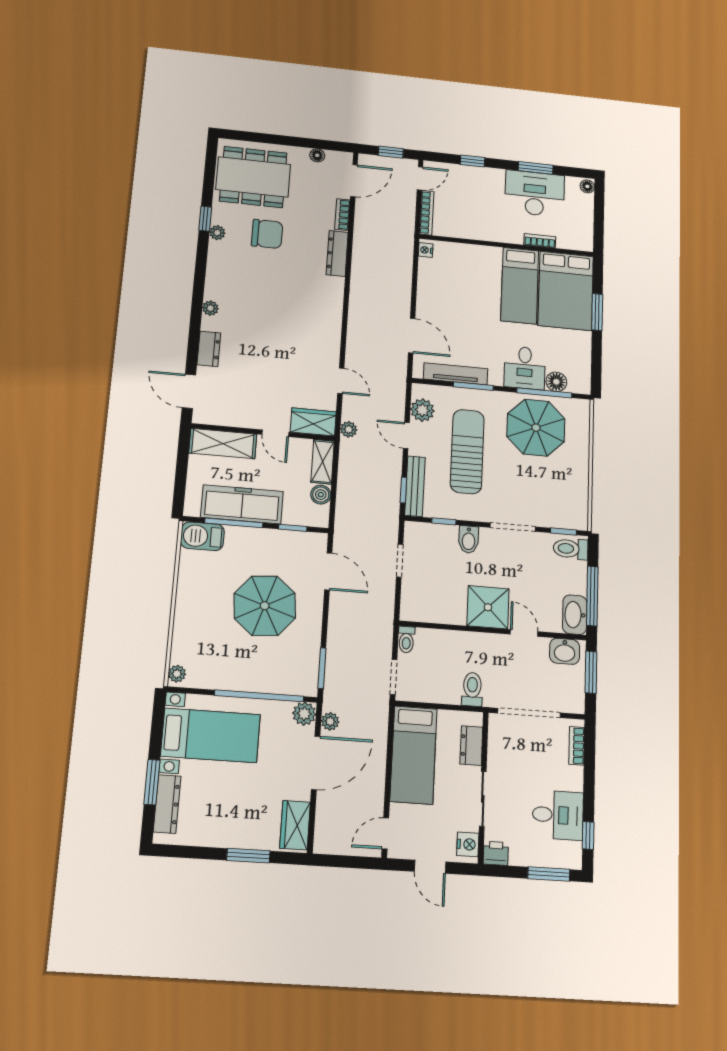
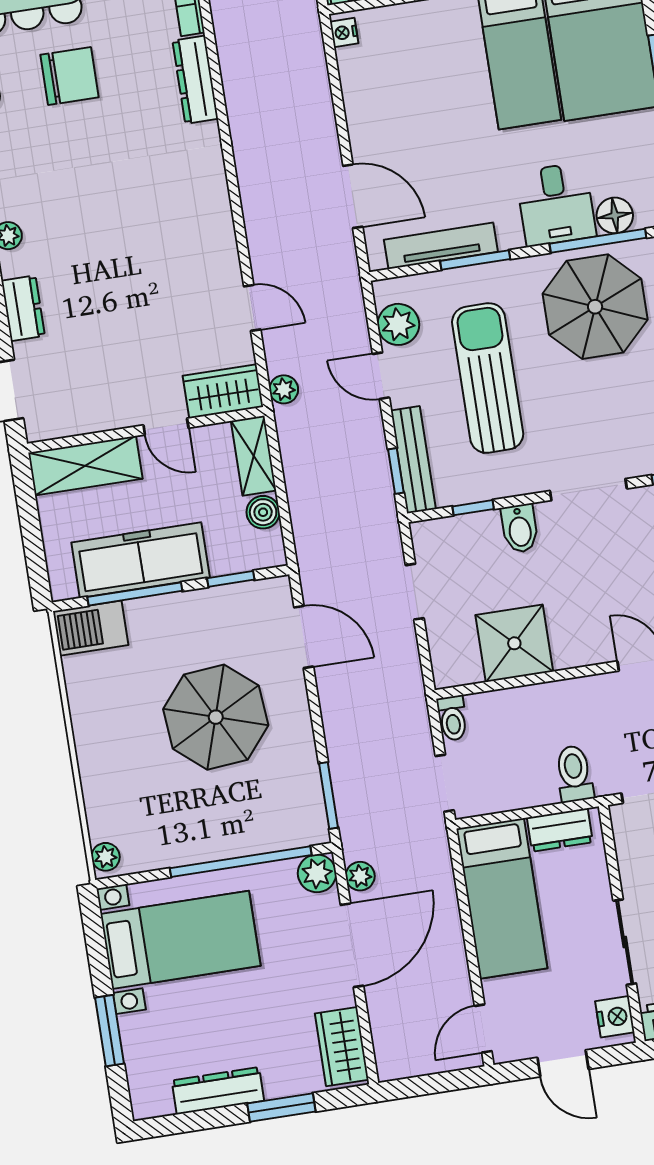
shower: (488, 607) -> (514, 643), moved
dresser: (471, 746) -> (560, 830), moved, turned -90
dresser: (167, 804) -> (218, 1091), moved, turned -90

